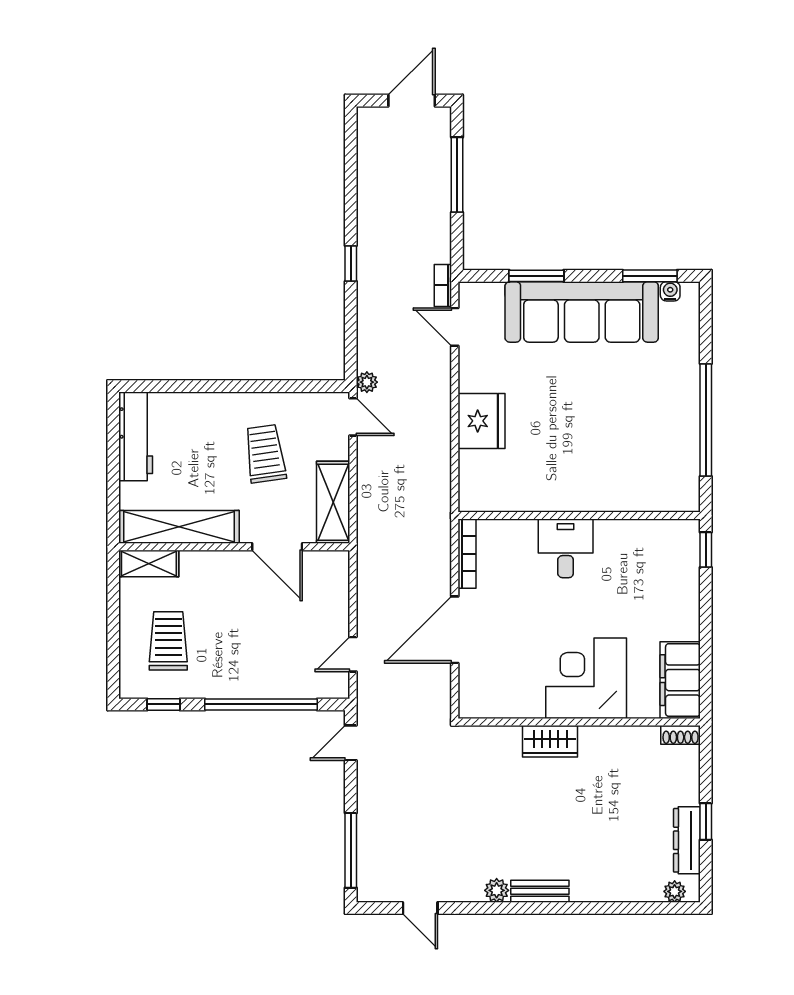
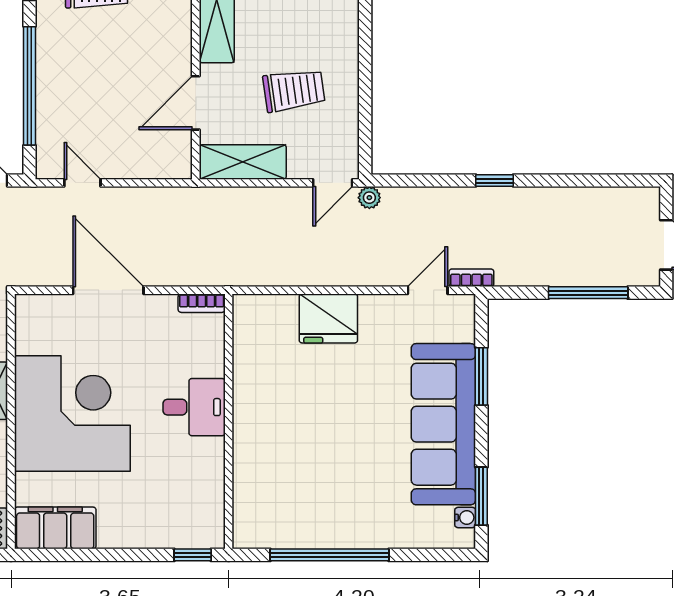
bookcase: (467, 554) -> (202, 303), width x0.64
corner desk: (586, 678) -> (72, 413), width x1.36, depth x1.36

